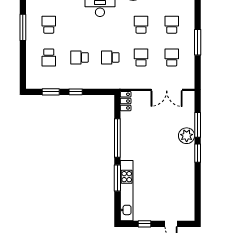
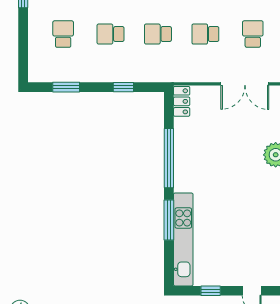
school desk: (49, 57) -> (63, 34), turned 180
school desk: (141, 57) -> (205, 34), turned -90
window: (76, 92) -> (123, 87), moved

